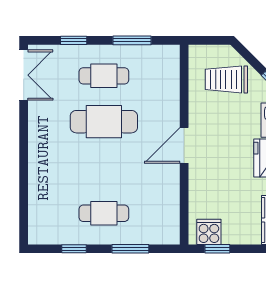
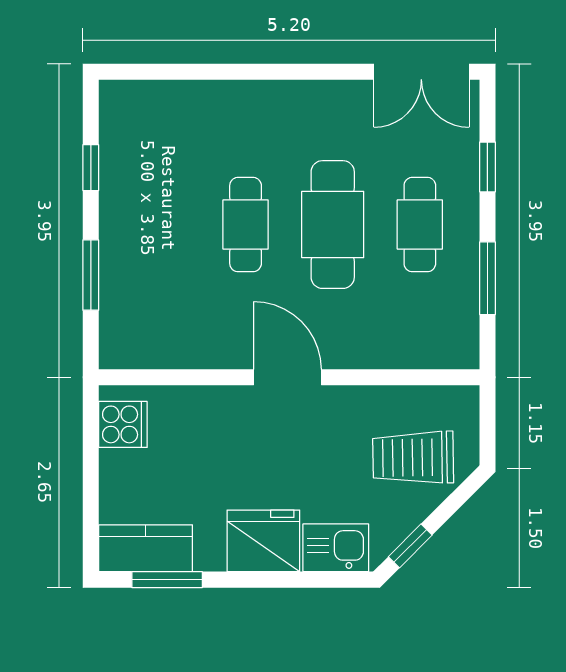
trolley: (226, 79) -> (413, 458), turned -91
cafe table: (104, 213) -> (246, 225), moved
window: (217, 249) -> (91, 441), removed

